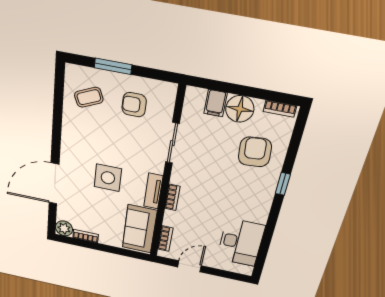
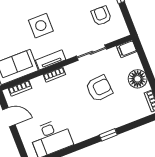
filing cabinet: (216, 103) -> (127, 49), moved
armchair: (255, 152) -> (99, 88), moved

